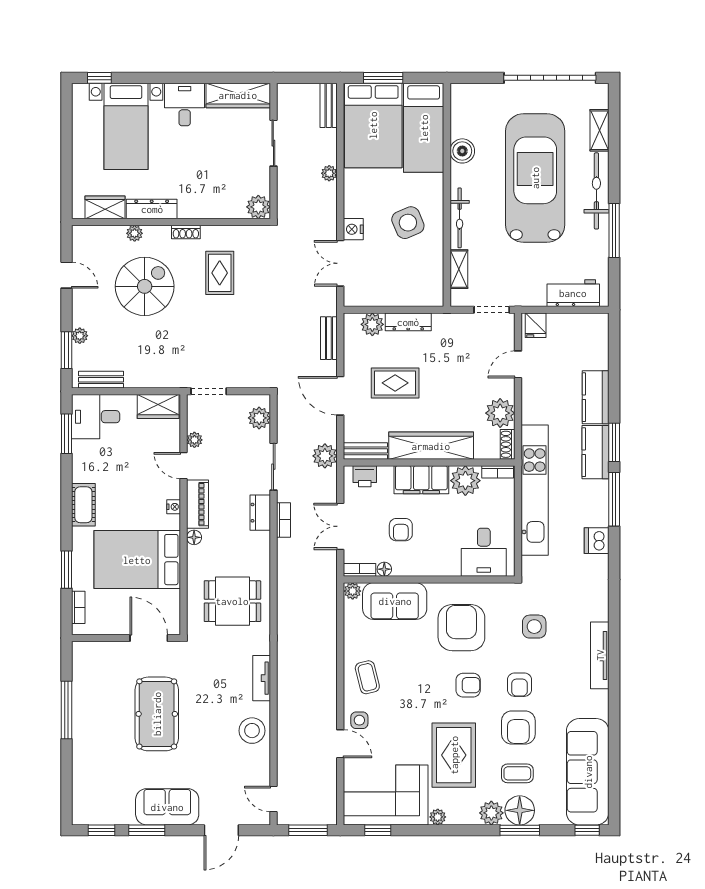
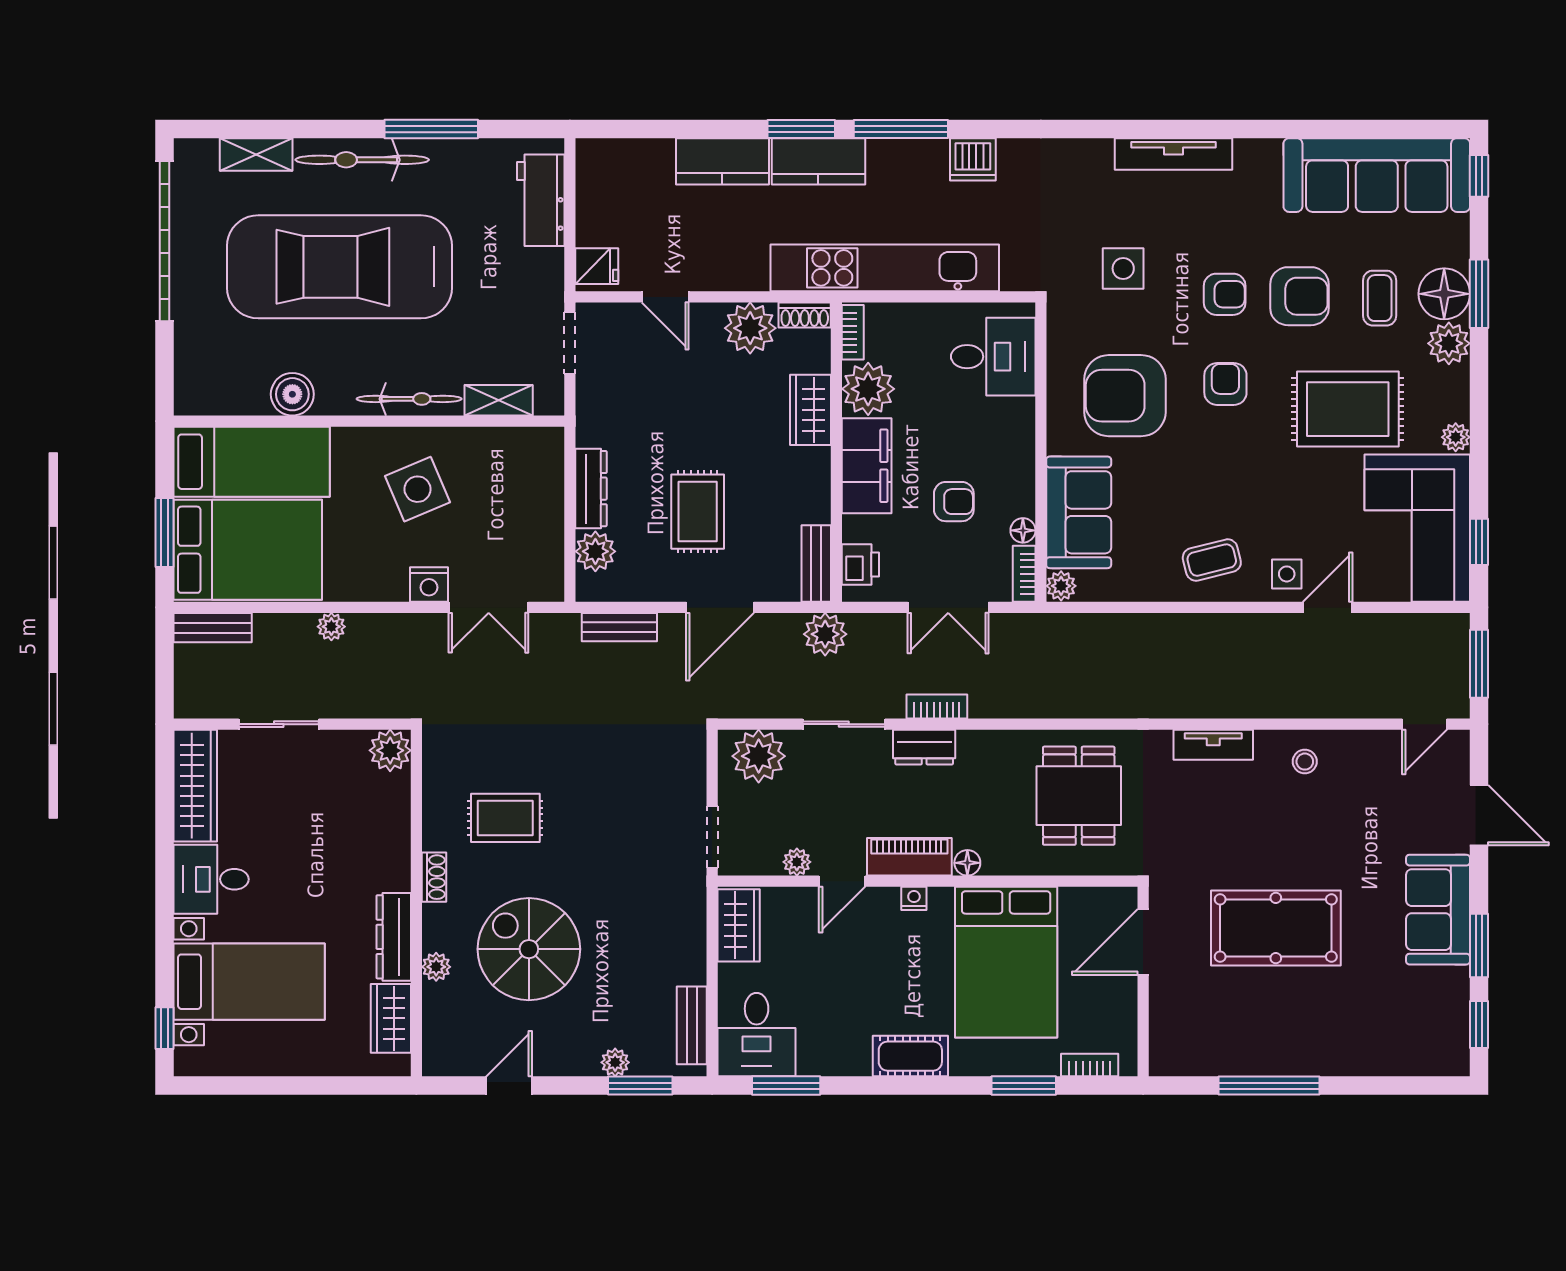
plant: (259, 418) -> (759, 756), width x1.36, depth x1.36
wardrobe: (431, 446) -> (811, 410), width x0.48, depth x0.85
stool: (252, 731) -> (1305, 762), width x0.53, depth x0.53

